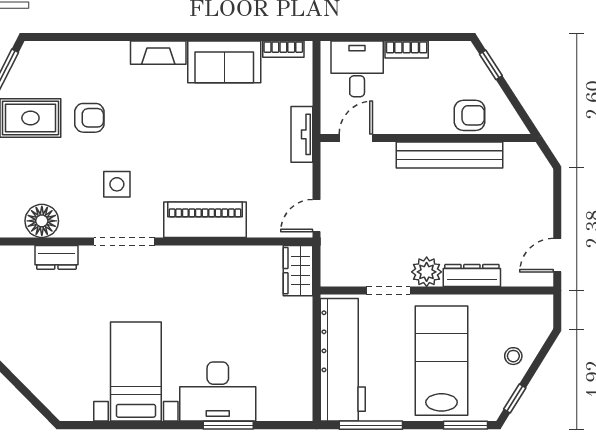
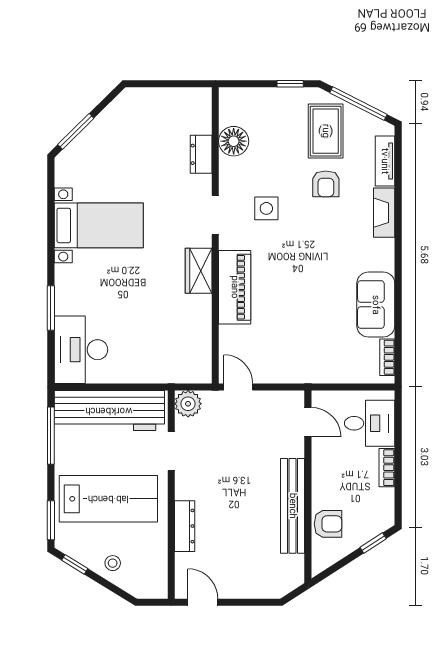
fireplace: (158, 53) -> (384, 213), moved
armchair: (470, 115) -> (328, 524), turned -90
tv unit: (302, 134) -> (385, 161), moved, turned -90
doorway: (124, 241) -> (215, 215), width x0.73
wardrobe: (298, 271) -> (199, 271), moved, turned -90
plant: (427, 272) -> (188, 404), moved
desk: (218, 392) -> (81, 350), moved
window: (31, 397) -> (76, 131), added

